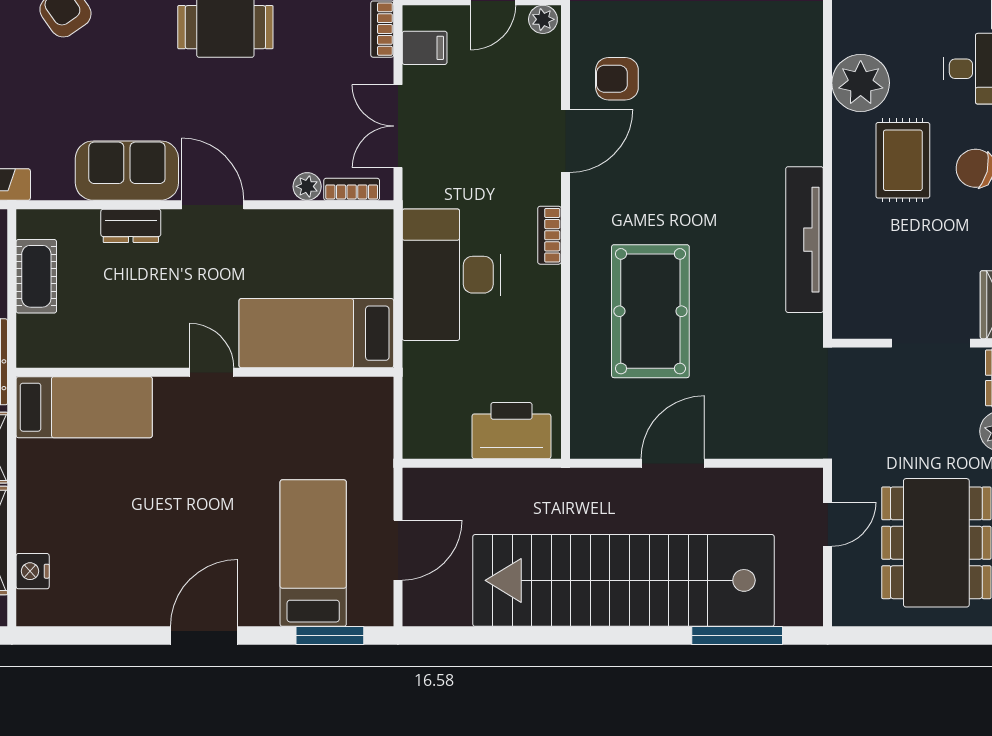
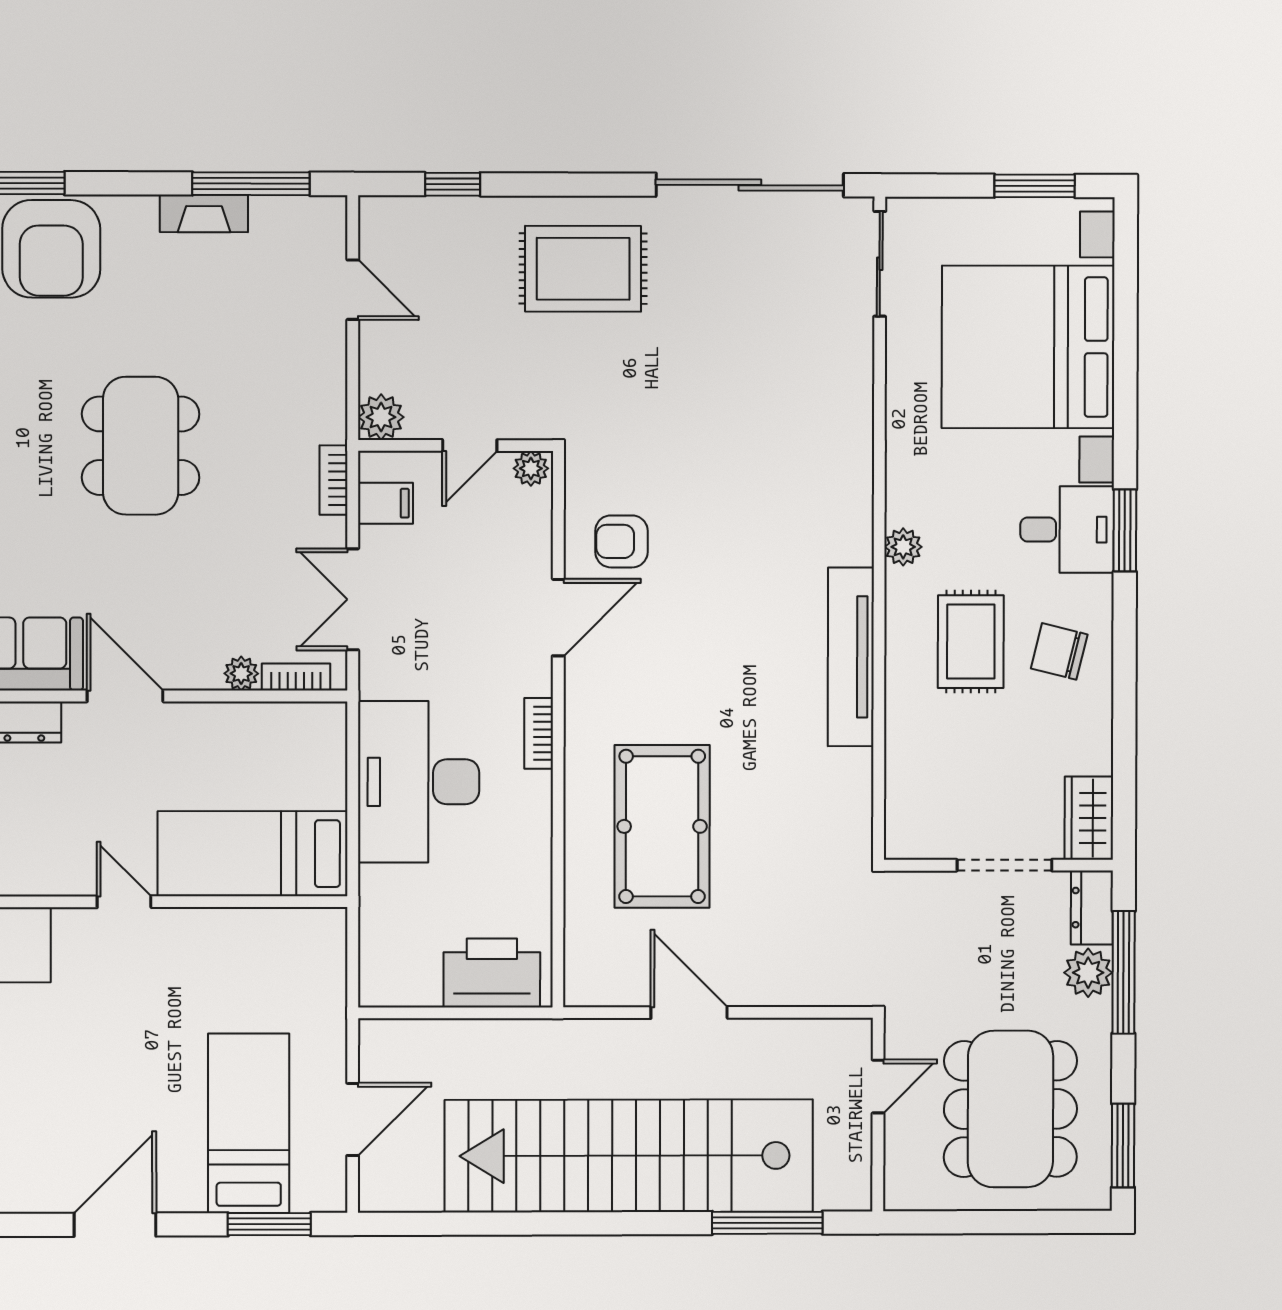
plant: (861, 83) -> (903, 547), width x0.53, depth x0.53
tv unit: (805, 240) -> (851, 657), moved
door: (673, 463) -> (689, 1013), hinge flipped

